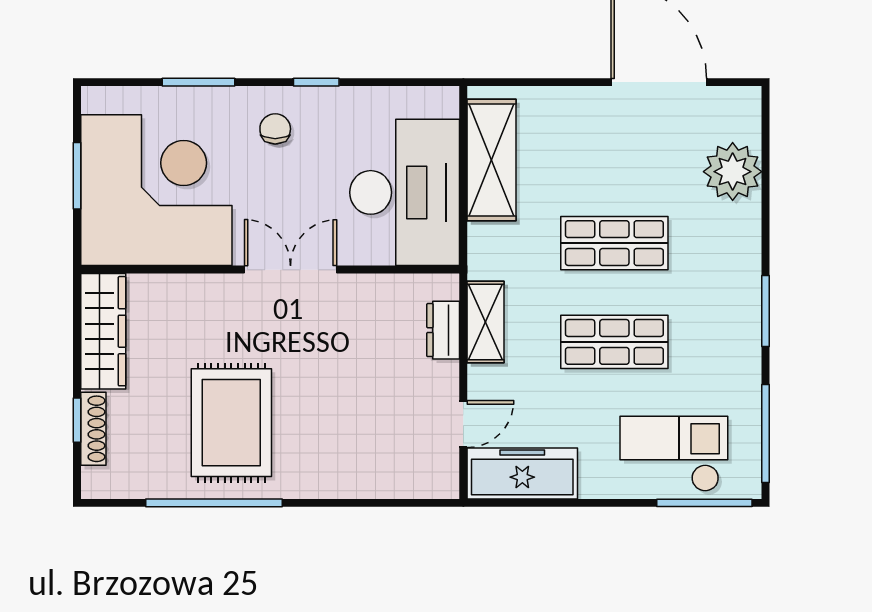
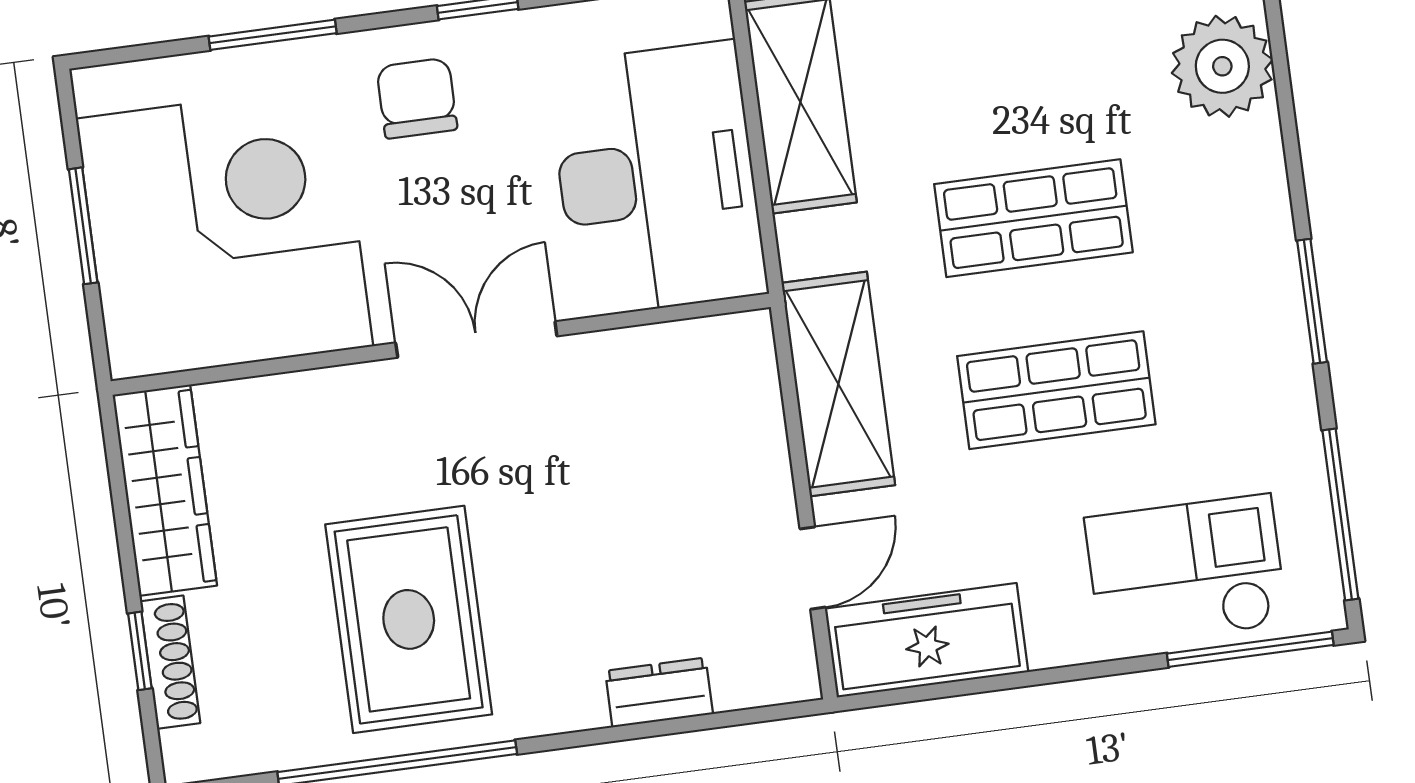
chair: (275, 129) -> (417, 98), width x1.37, depth x1.37
shelving: (486, 322) -> (838, 384), width x1.50, depth x1.33
dresser: (443, 330) -> (659, 692), moved, turned 90

